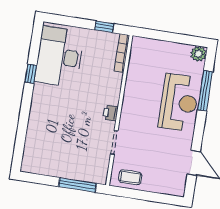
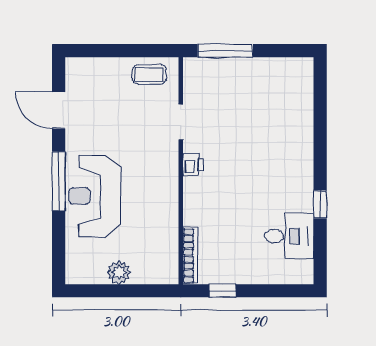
plant: (199, 54) -> (119, 273), moved
desk: (59, 57) -> (289, 236), width x0.53, depth x0.77
window: (205, 91) -> (59, 181), moved

